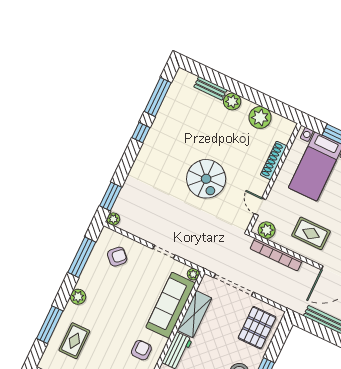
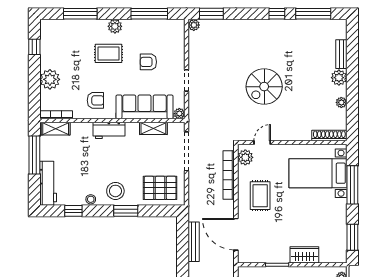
plant: (260, 117) -> (341, 102), width x0.53, depth x0.53
shoe rack: (274, 160) -> (329, 136), moved
armchair: (117, 257) -> (148, 62), moved, turned 134
shelving: (194, 314) -> (153, 128), width x0.67, depth x0.75
rug: (74, 341) -> (108, 53), moved

